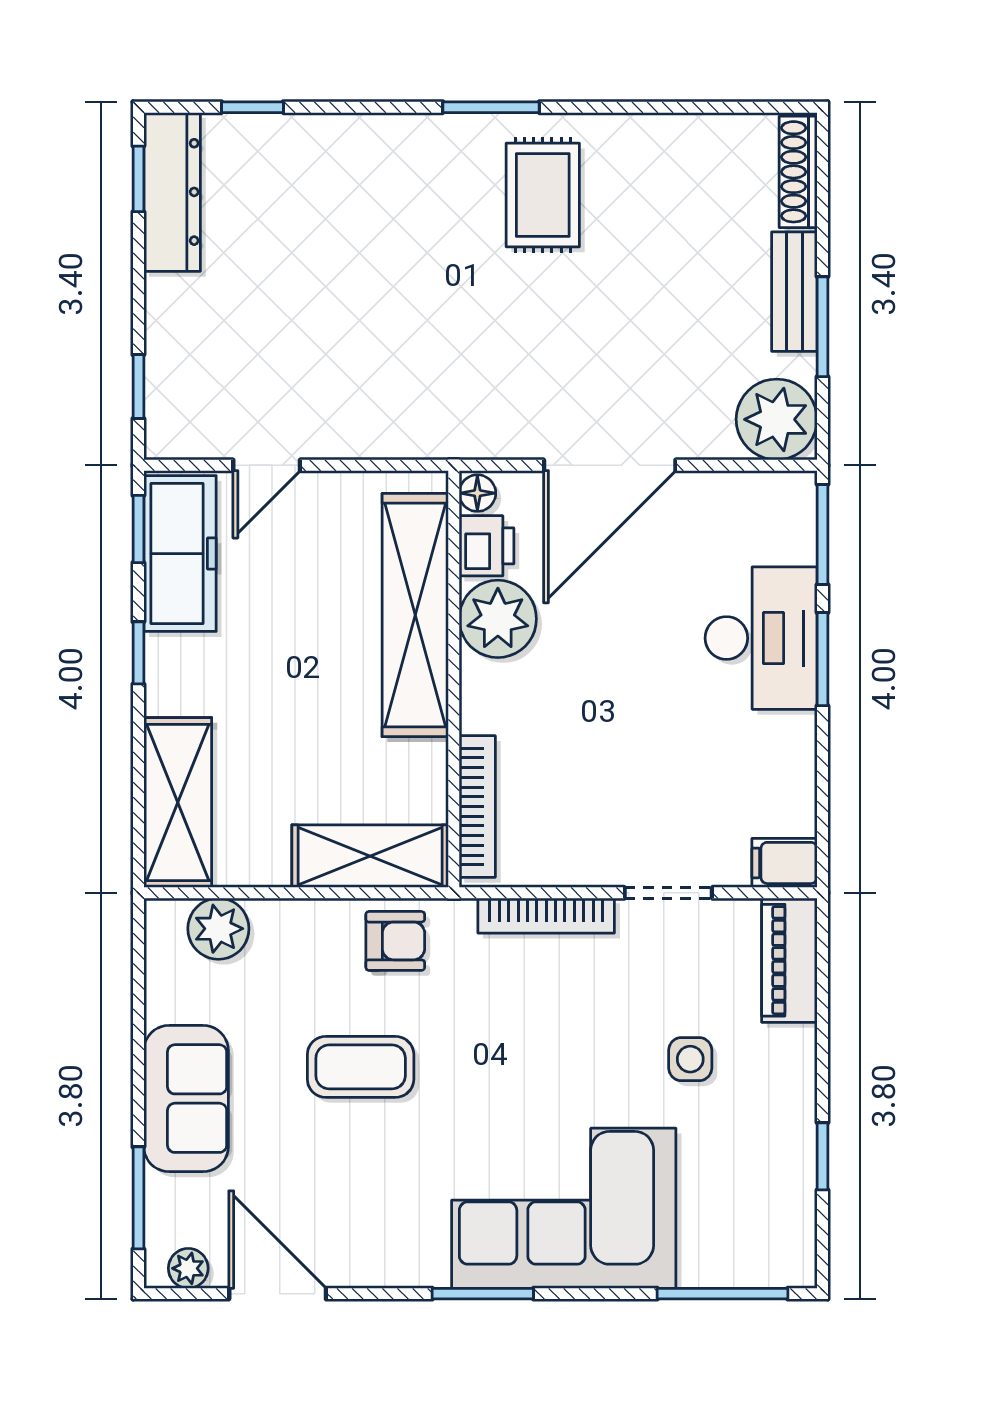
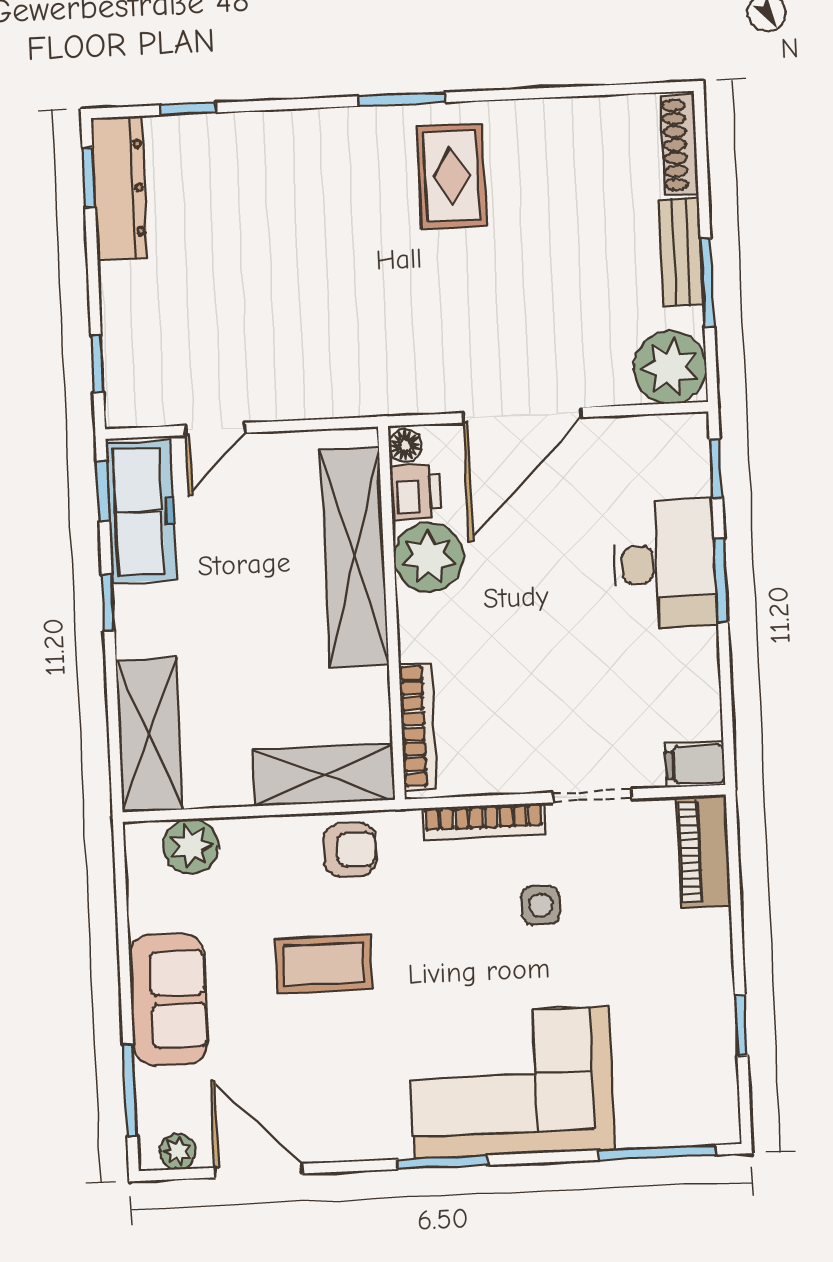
window: (822, 535) -> (716, 469), width x0.67
side table: (690, 1059) -> (540, 905), moved

